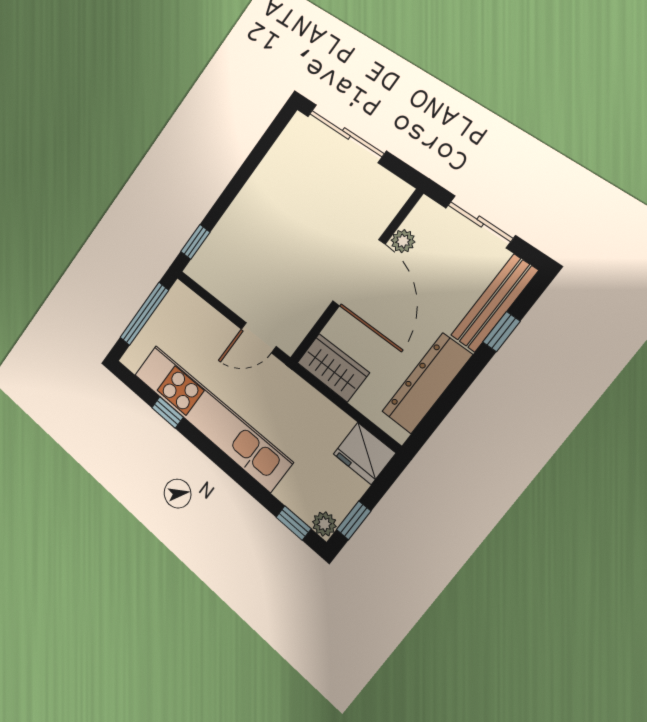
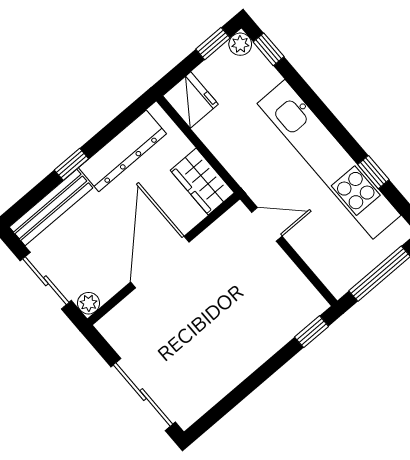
plant: (403, 241) -> (89, 303), moved
window: (501, 332) -> (71, 164), moved

